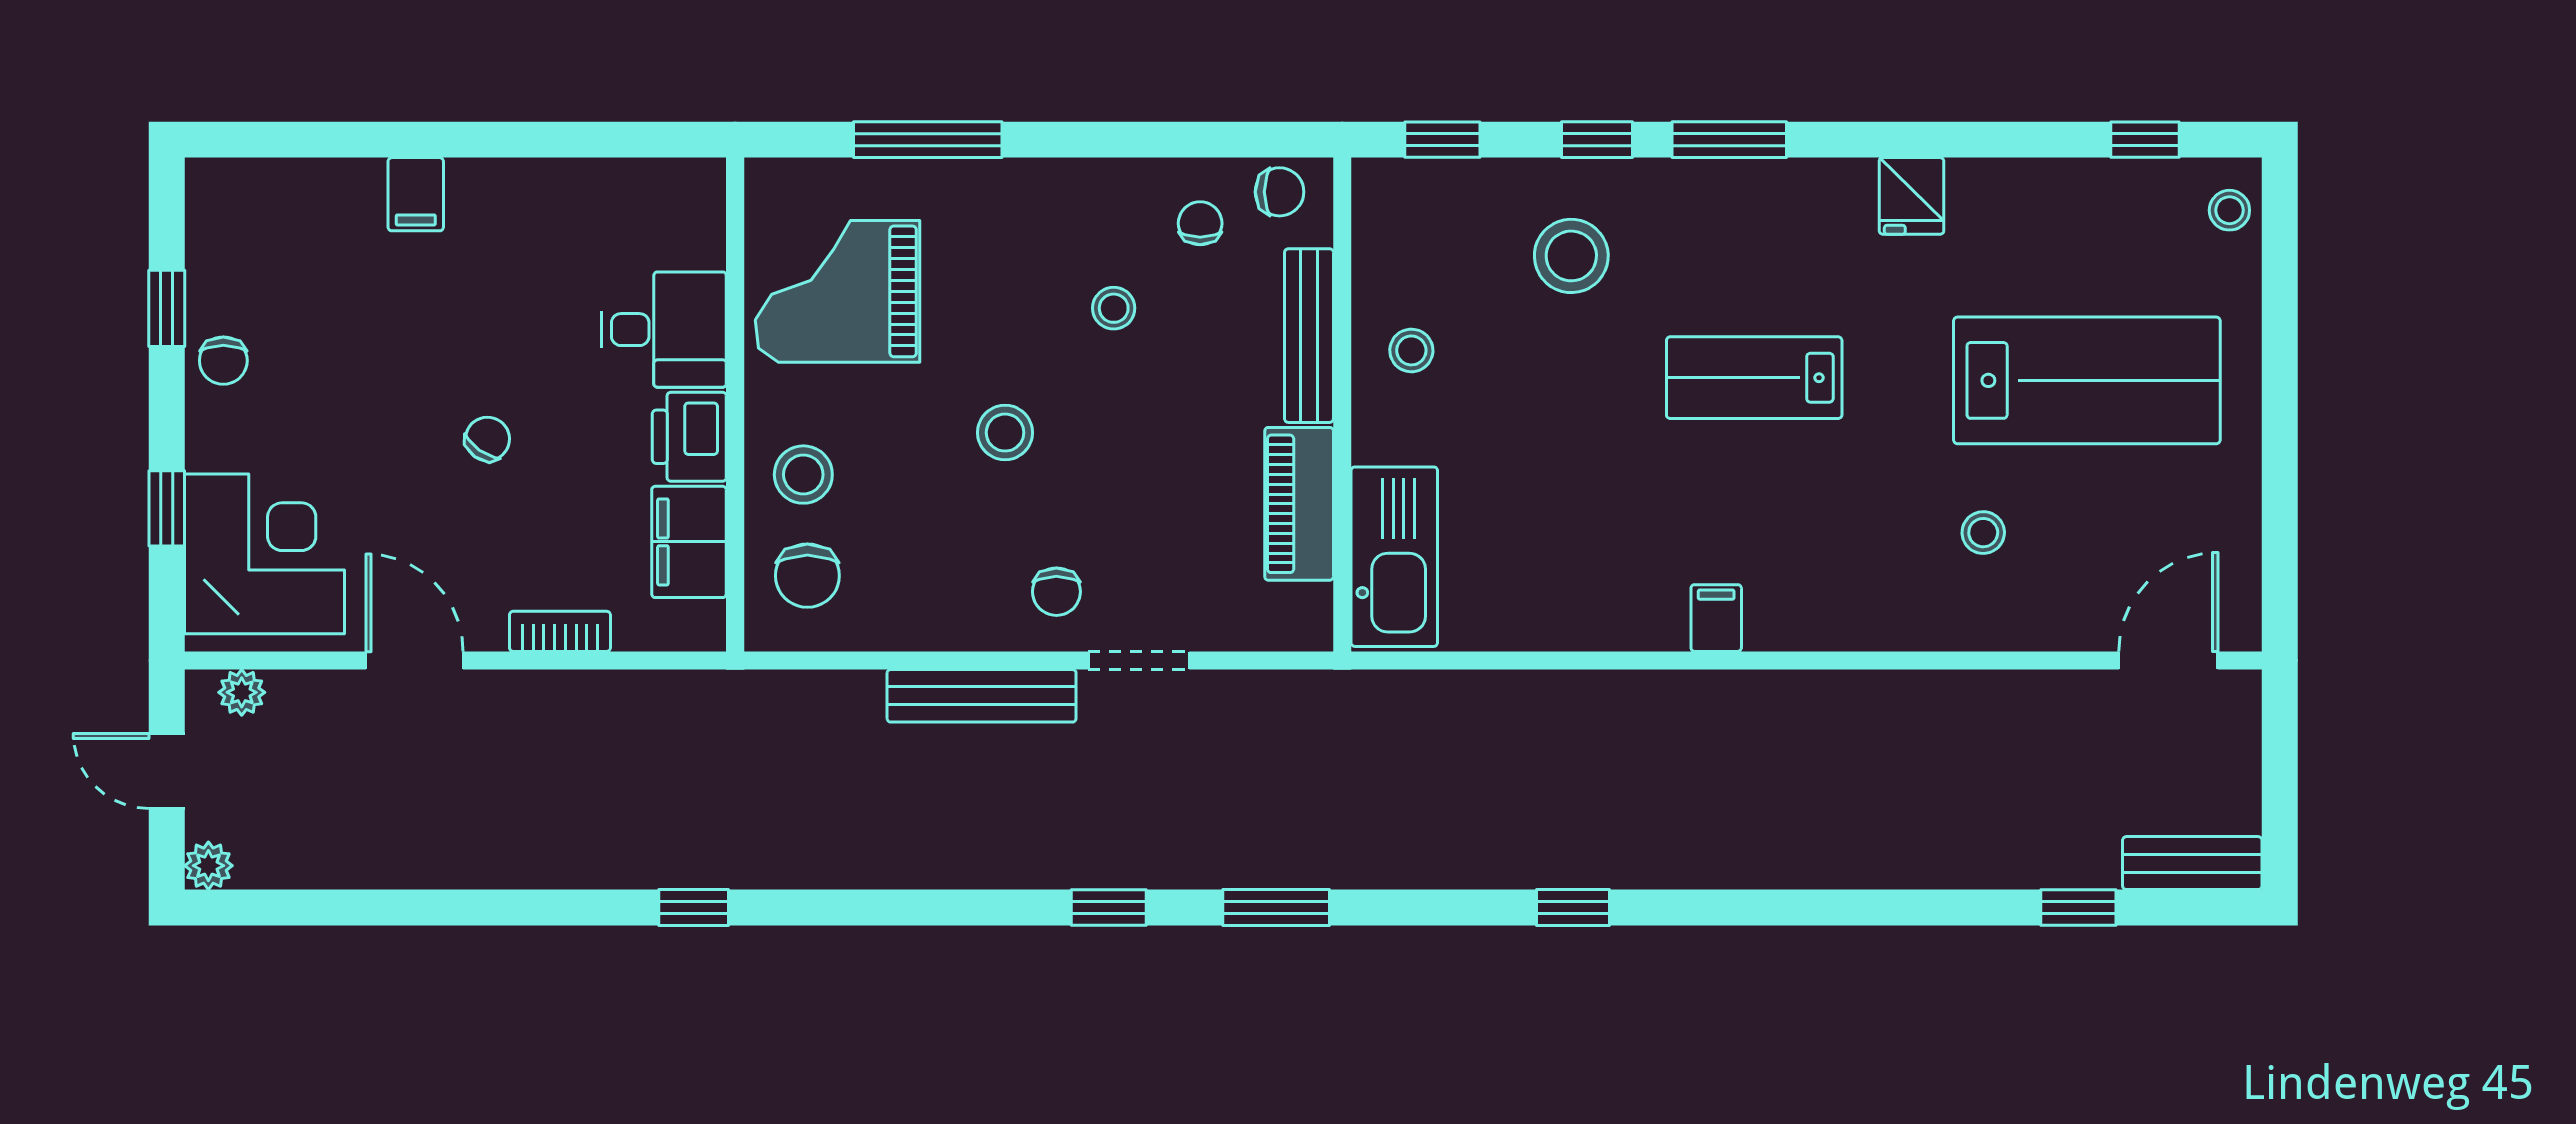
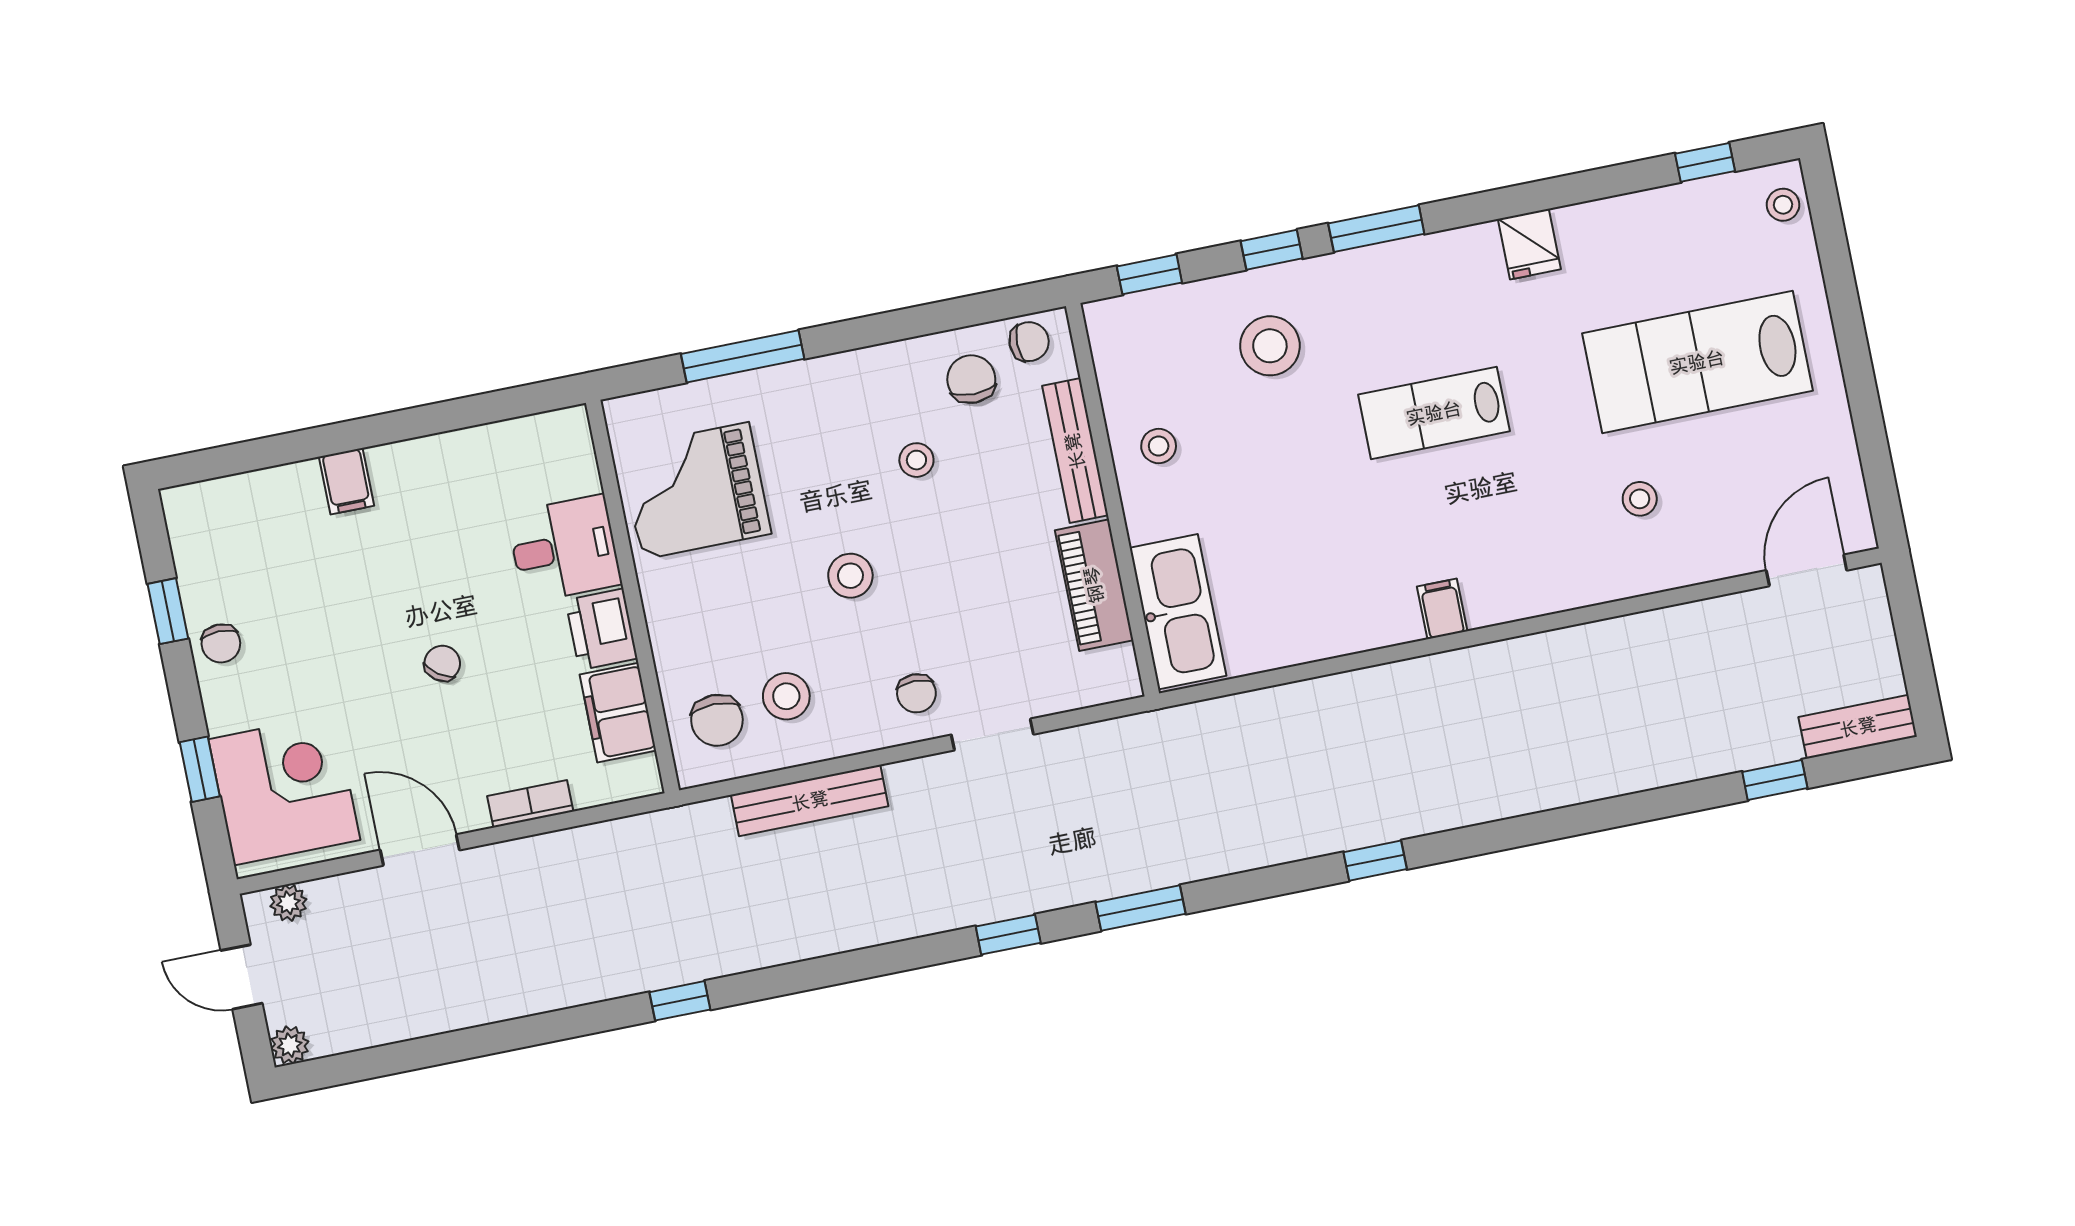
chair: (1200, 223) -> (971, 379), width x1.37, depth x1.37
lab bench: (2087, 380) -> (1697, 362), turned 180
stool: (803, 475) -> (786, 696), moved
bench: (982, 696) -> (810, 801), moved

